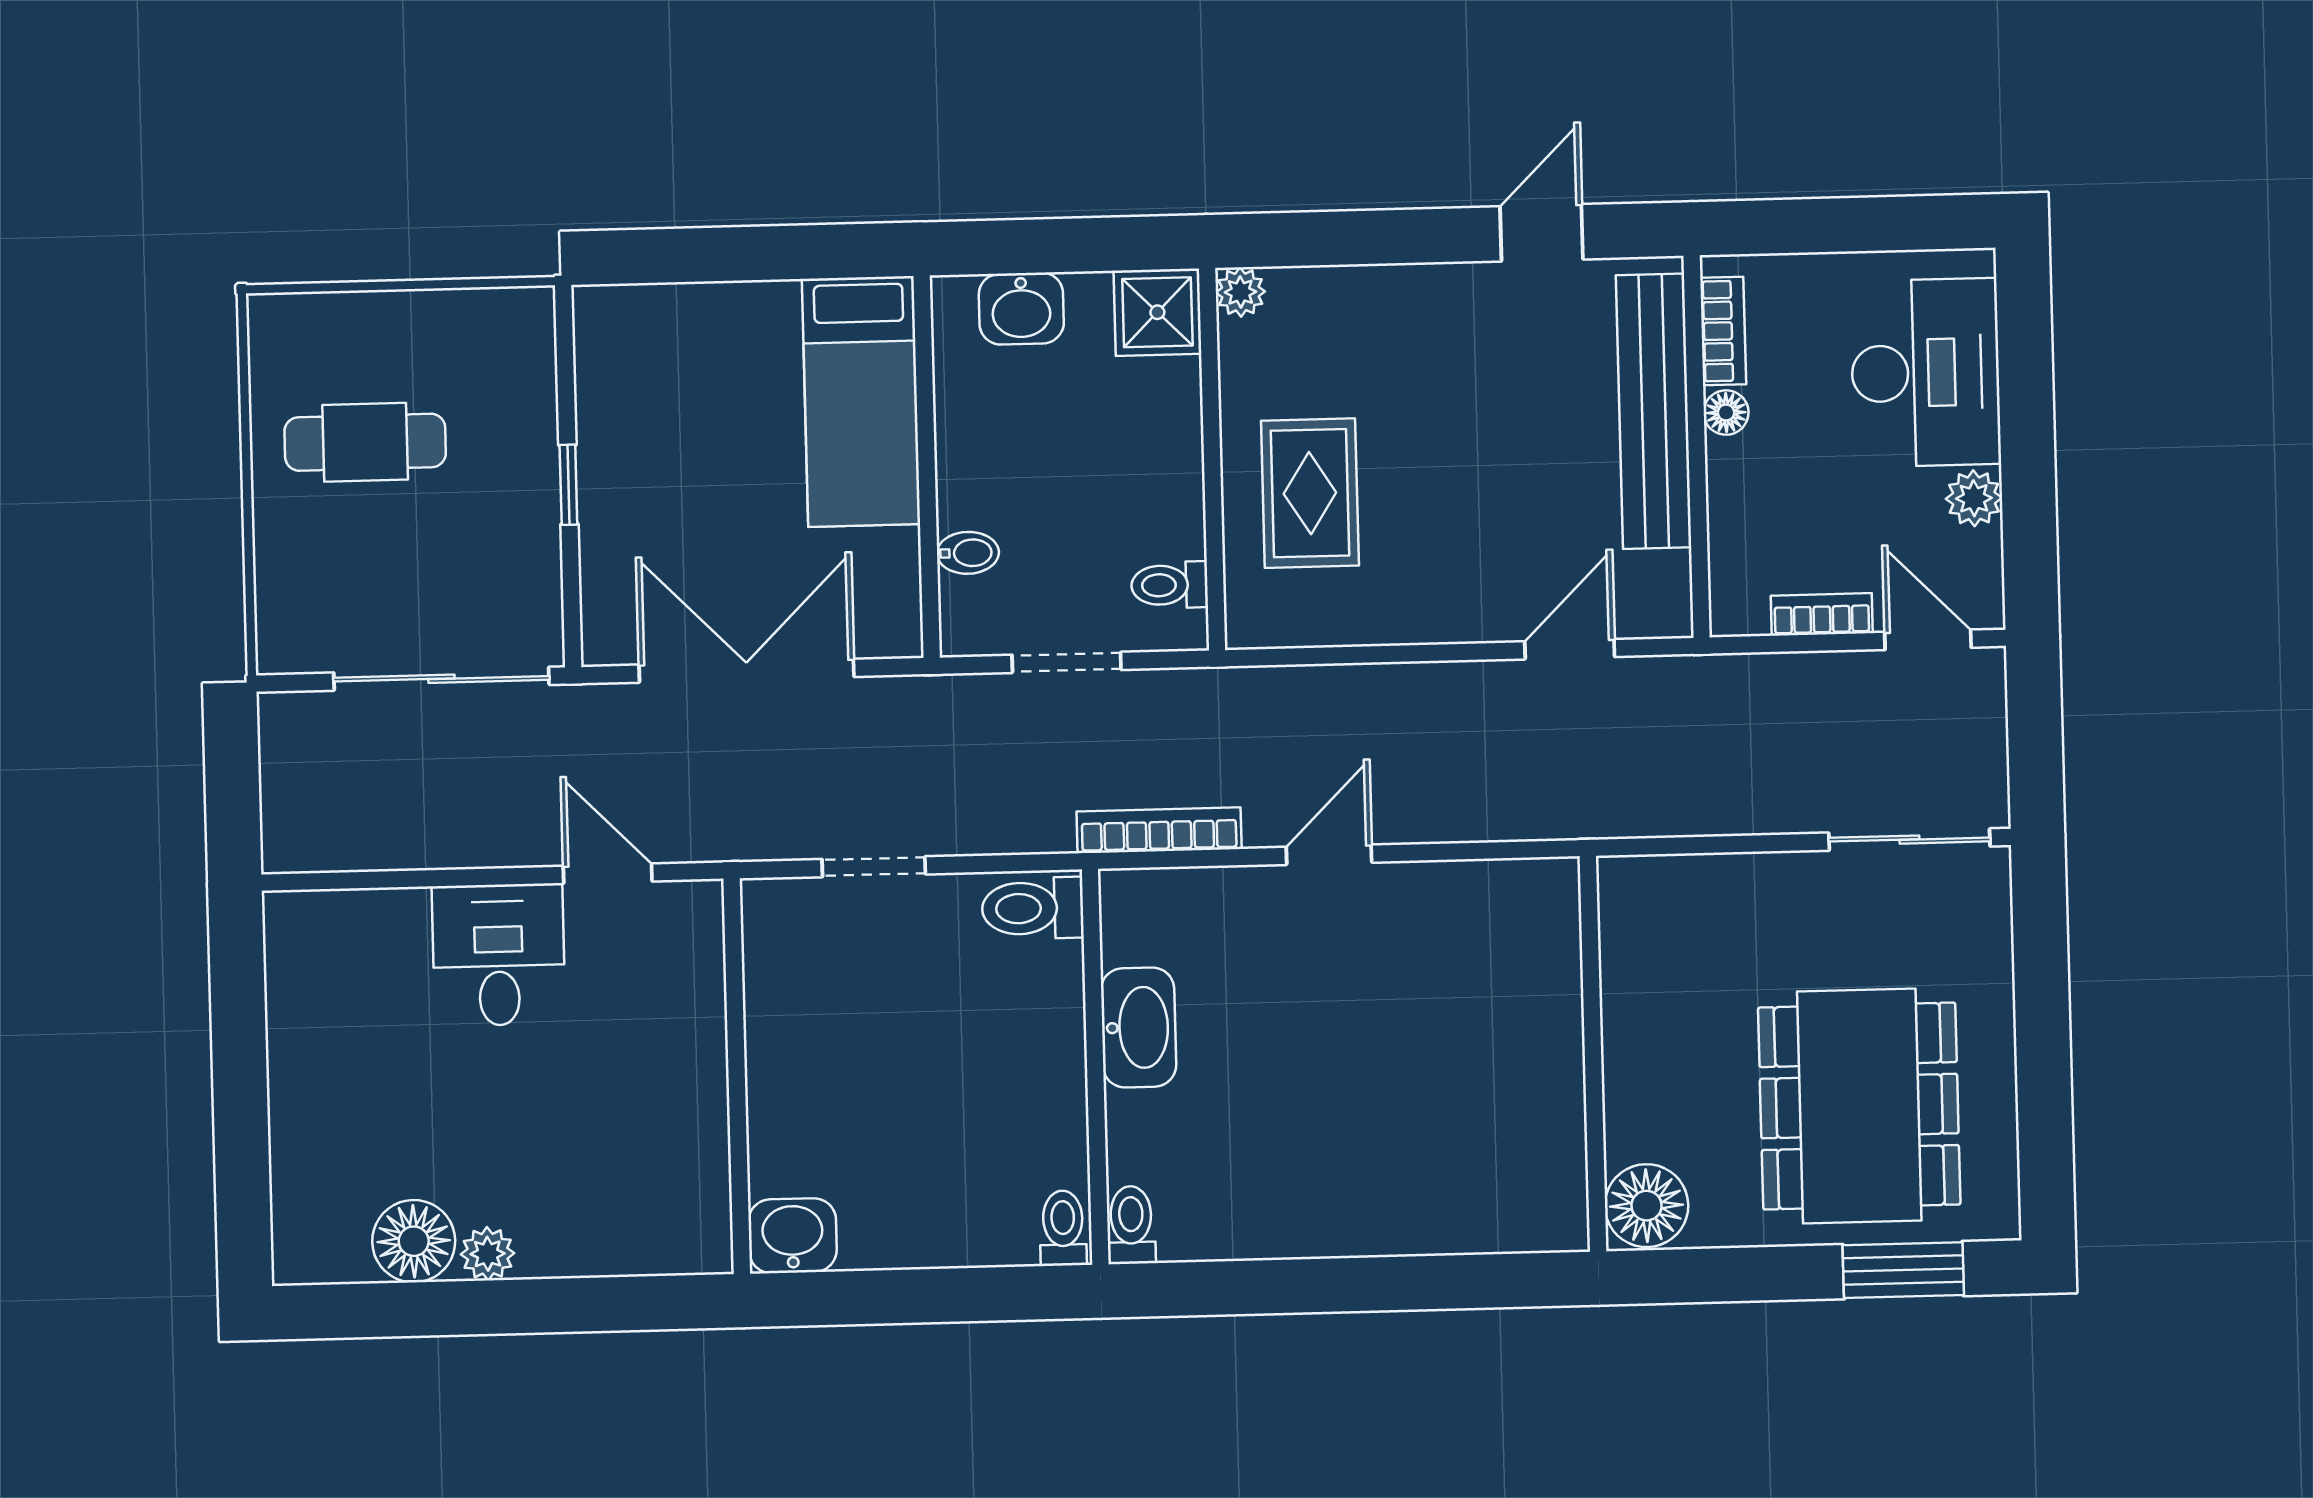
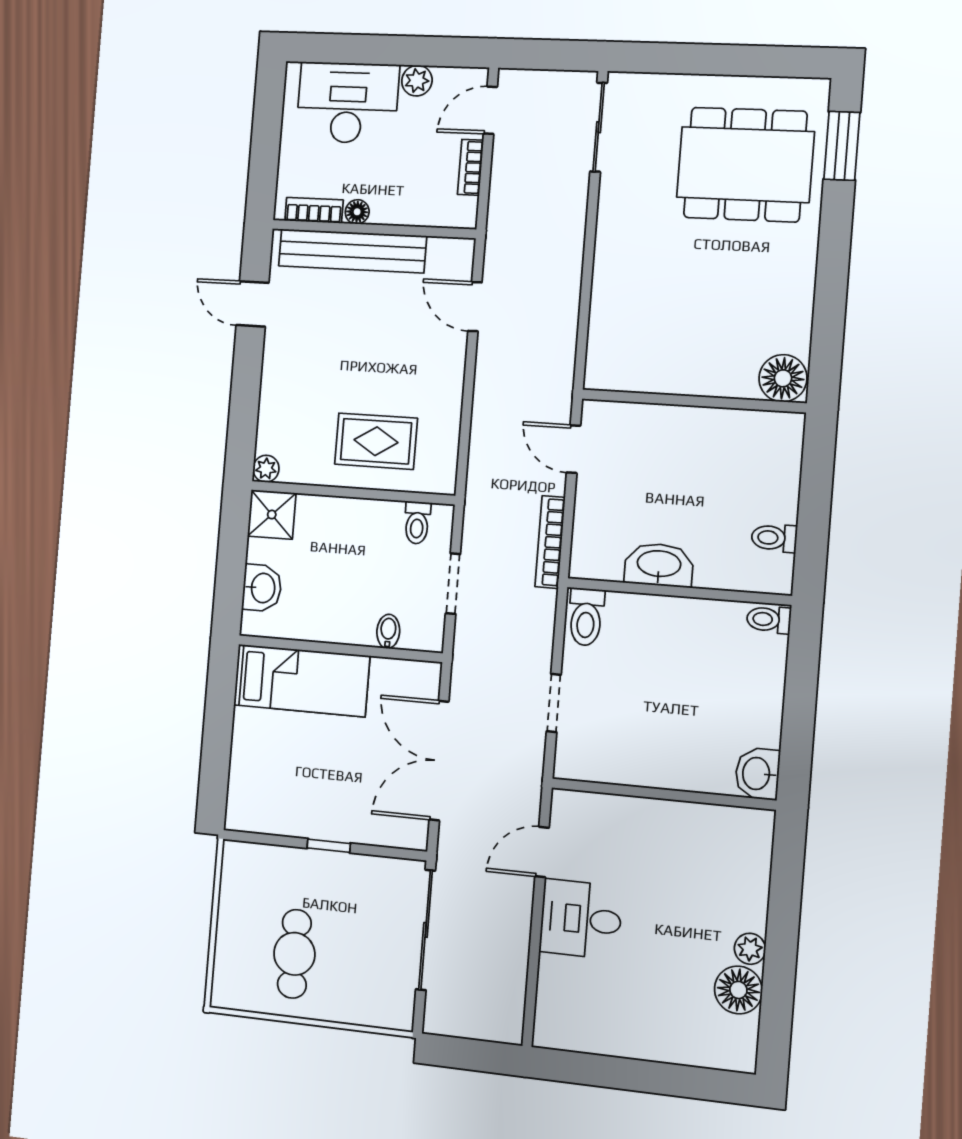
wall: (1593, 1054) -> (693, 401), moved
floor lamp: (1646, 1206) -> (783, 378), moved
toilet: (1131, 1225) -> (774, 538), moved

